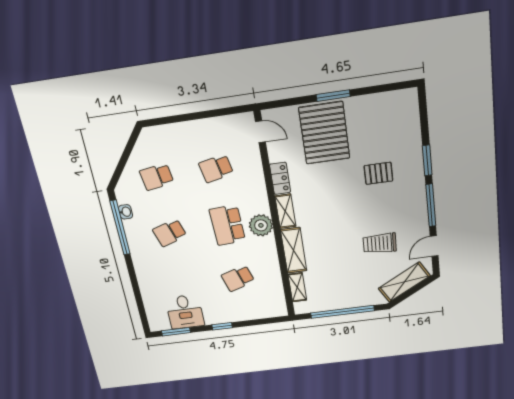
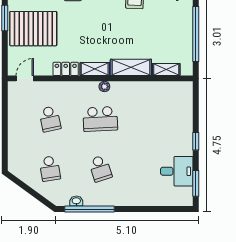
plant: (261, 225) -> (104, 87), width x0.53, depth x0.53
school desk: (238, 278) -> (151, 119), removed

